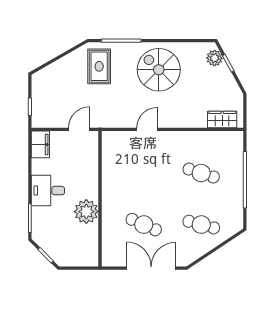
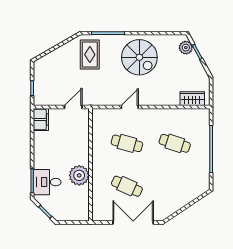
spiral stairs: (159, 70) -> (139, 57), turned 180
desk: (48, 191) -> (47, 182), moved
cafe table: (201, 225) -> (127, 143), moved

